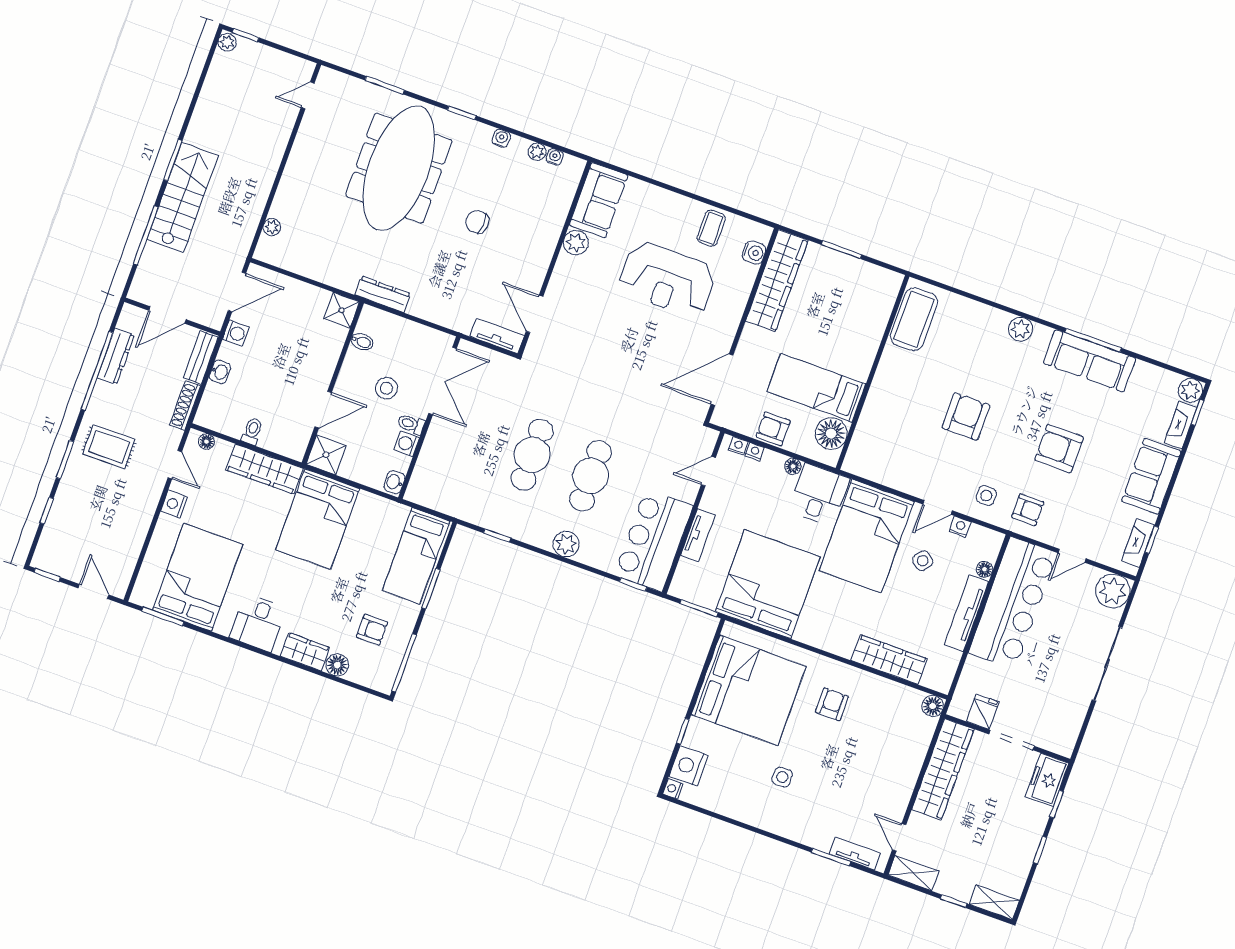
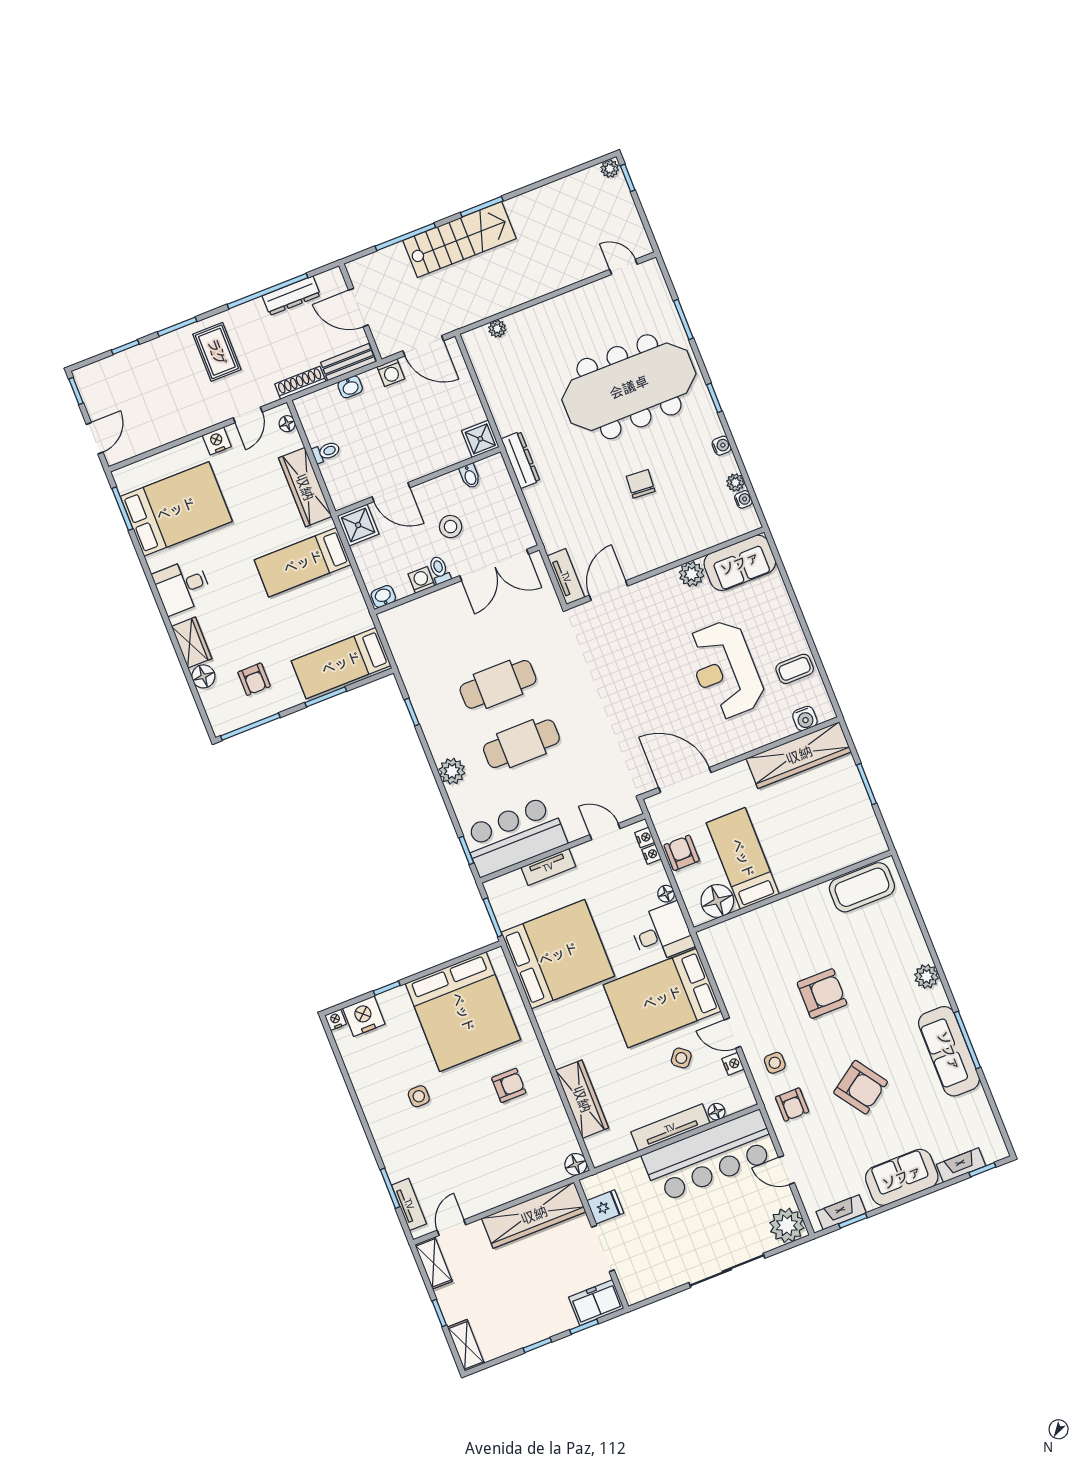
plant: (1190, 390) -> (995, 1149), removed
armchair: (1059, 448) -> (861, 1087), turned 145
bed: (318, 519) -> (303, 562), width x0.67

